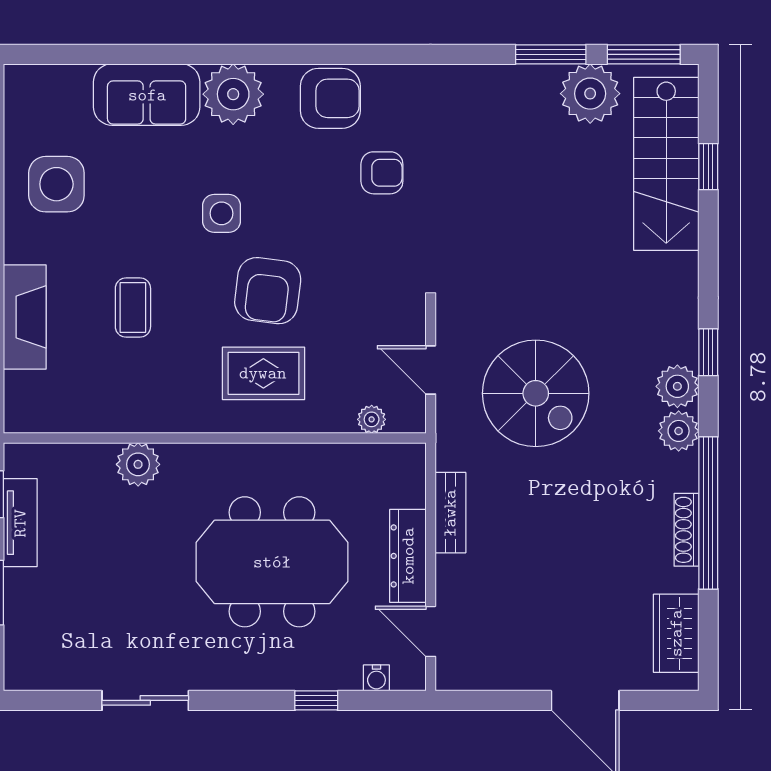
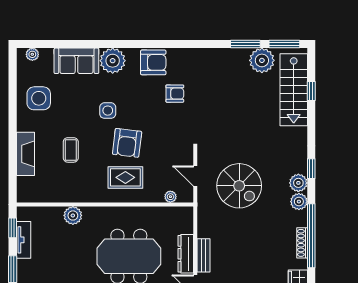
plant: (41, 79) -> (32, 54), added
bench: (450, 513) -> (203, 255), moved

